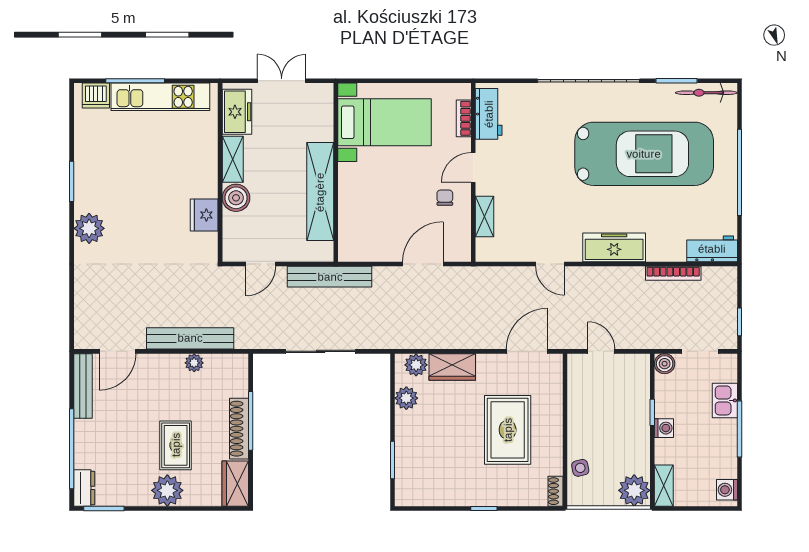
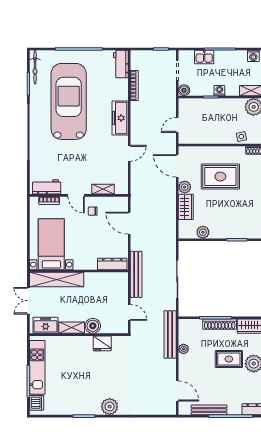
shelving: (320, 192) -> (57, 280), moved
dresser: (348, 233) -> (112, 264), added
bench: (190, 338) -> (170, 334), moved
plant: (416, 365) -> (185, 187), moved
bench: (83, 386) -> (209, 410), moved

